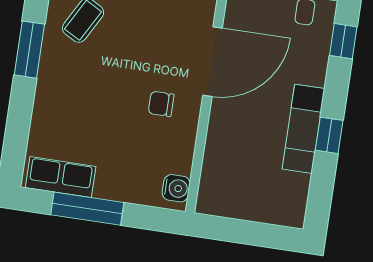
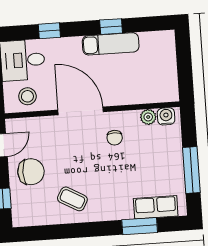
window: (29, 50) -> (140, 226), moved
plant: (181, 161) -> (148, 117), added
row of seats: (61, 177) -> (156, 207), moved, turned 90

